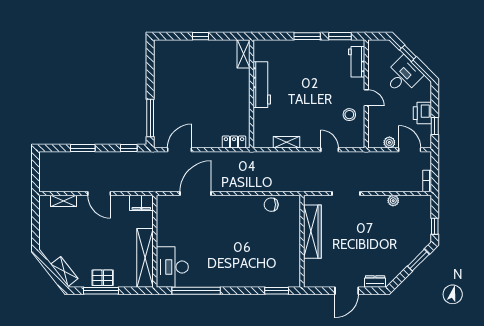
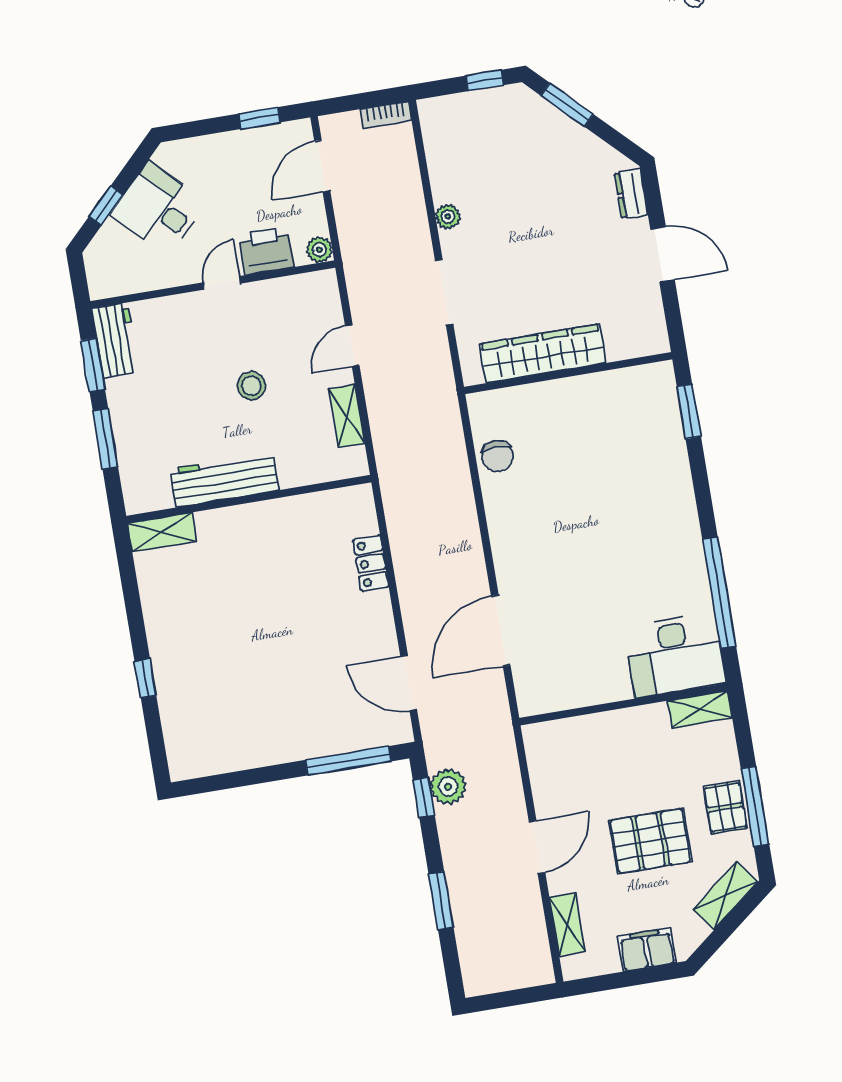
shelving: (243, 54) -> (162, 532), moved
workbench: (357, 62) -> (115, 340), moved, turned -90
workbench: (262, 85) -> (224, 479), moved
wall: (252, 94) -> (249, 499), moved
printer: (422, 113) -> (266, 251), moved, turned 180
stool: (349, 115) -> (251, 386), moved
shelving: (287, 142) -> (347, 416), moved
plant: (389, 142) -> (319, 250), moved
plant: (132, 159) -> (448, 787), added
door: (195, 193) -> (501, 630), hinge flipped
plant: (393, 201) -> (448, 217), moved
filing cabinet: (141, 203) -> (647, 950), moved, turned -90
pallet: (94, 243) -> (650, 841), added
shelving: (145, 258) -> (700, 709), width x0.45, depth x0.75

